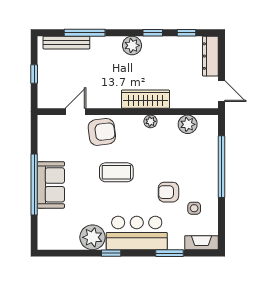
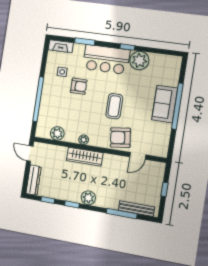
coffee table: (116, 172) -> (114, 106), turned 90

